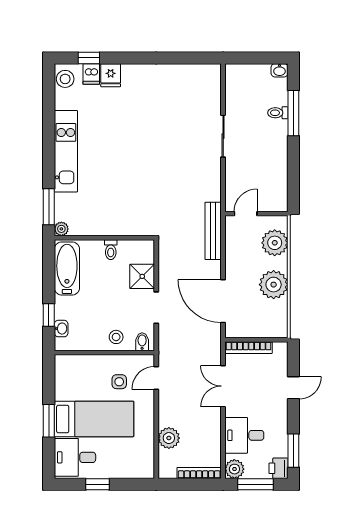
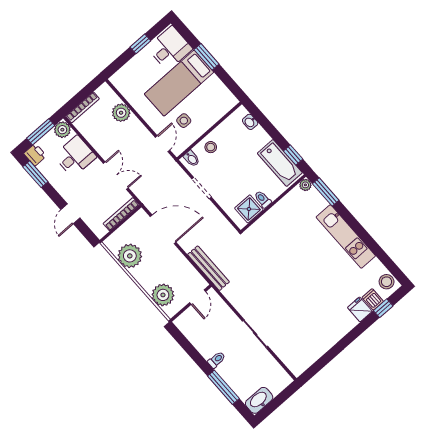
washbasin: (280, 70) -> (259, 400), width x1.91, depth x1.45
toilet: (278, 113) -> (217, 360), moved
shower: (142, 276) -> (249, 209), moved
plant: (274, 285) -> (130, 256), moved
window: (49, 315) -> (293, 155), moved

